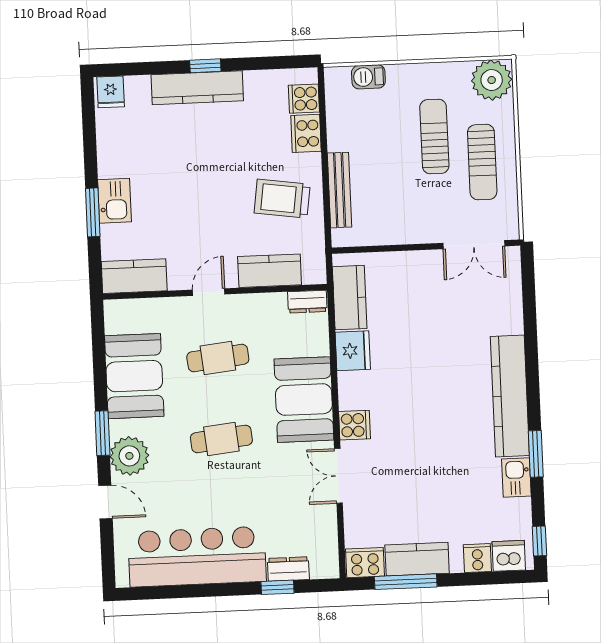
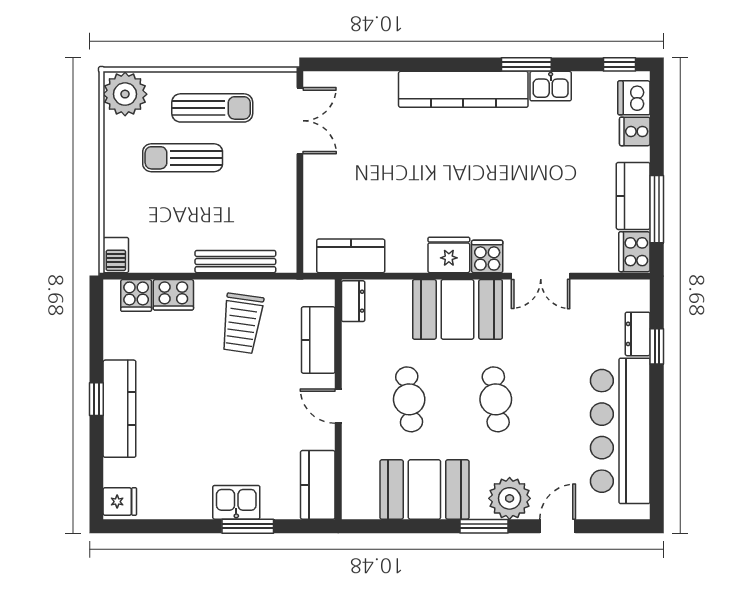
barbecue: (368, 77) -> (116, 255), moved
fridge: (353, 351) -> (449, 255), moved

